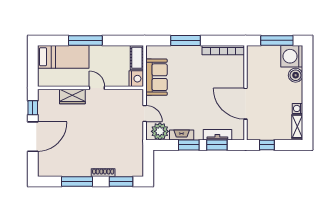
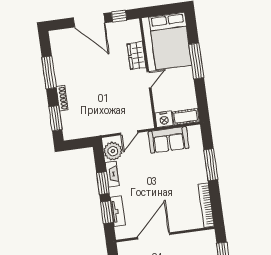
bed: (63, 57) -> (170, 41), width x1.50

